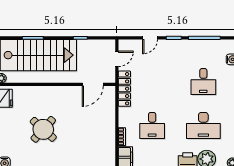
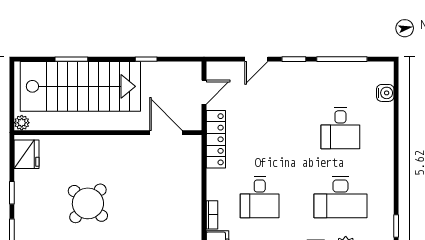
door: (93, 84) -> (166, 133), swing flipped

